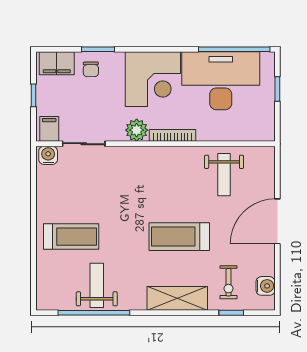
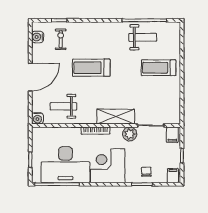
filing cabinet: (57, 63) -> (173, 176), width x0.50
plant: (137, 130) -> (130, 134), moved
water cooler: (48, 155) -> (37, 118), moved
weight bench: (224, 175) -> (63, 106), turned -90
treadmill: (179, 237) -> (91, 68), turned 180
weight bench: (97, 285) -> (143, 37), turned -90
shelving: (177, 298) -> (116, 117), moved

